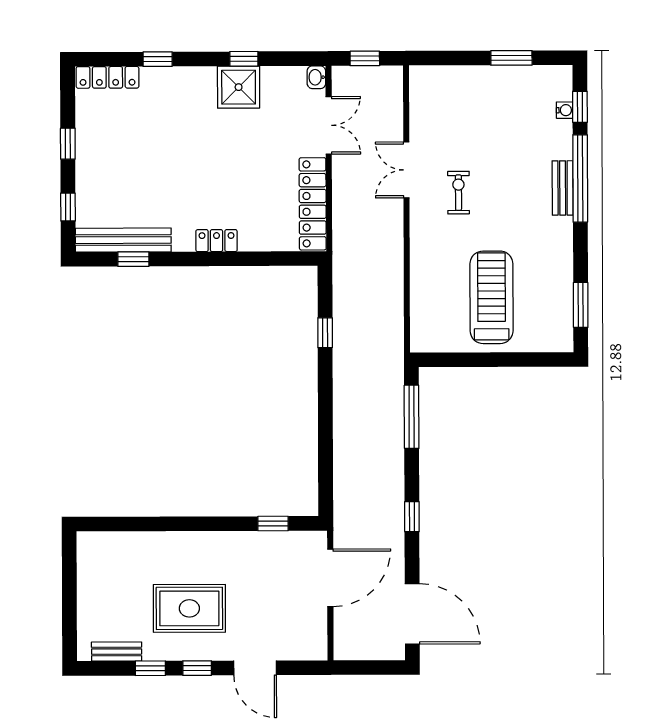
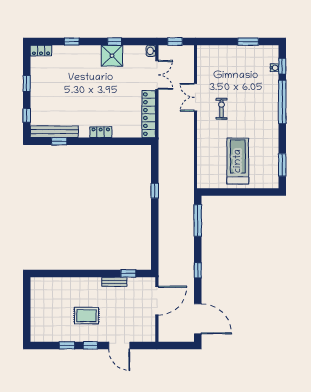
locker: (107, 77) -> (41, 51), width x0.66
bench: (563, 188) -> (273, 107), removed
window: (325, 333) -> (155, 191), moved
rug: (189, 608) -> (87, 316), width x0.73, depth x0.70
bench: (117, 652) -> (114, 282), moved

